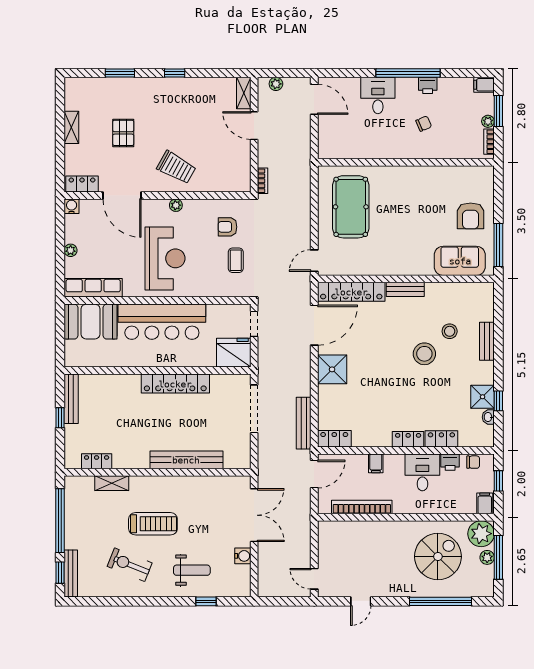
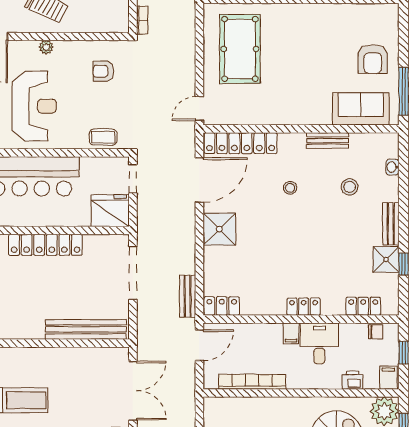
coffee table: (236, 260) -> (103, 137), moved, turned 90
bench: (405, 289) -> (328, 141), moved
bench: (487, 341) -> (391, 224), moved
stool: (424, 354) -> (290, 188), moved, width x0.53, depth x0.53
washbasin: (488, 417) -> (392, 167), moved
bench: (304, 423) -> (188, 296), width x0.73
locker: (441, 439) -> (363, 306), moved
bench: (186, 460) -> (86, 329), moved
printer: (450, 462) -> (352, 380), moved, turned 180
filing cabinet: (376, 463) -> (291, 333), moved

